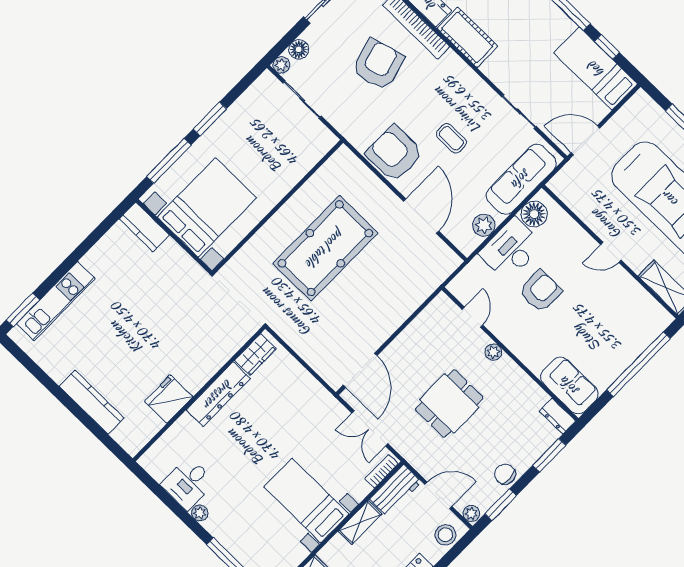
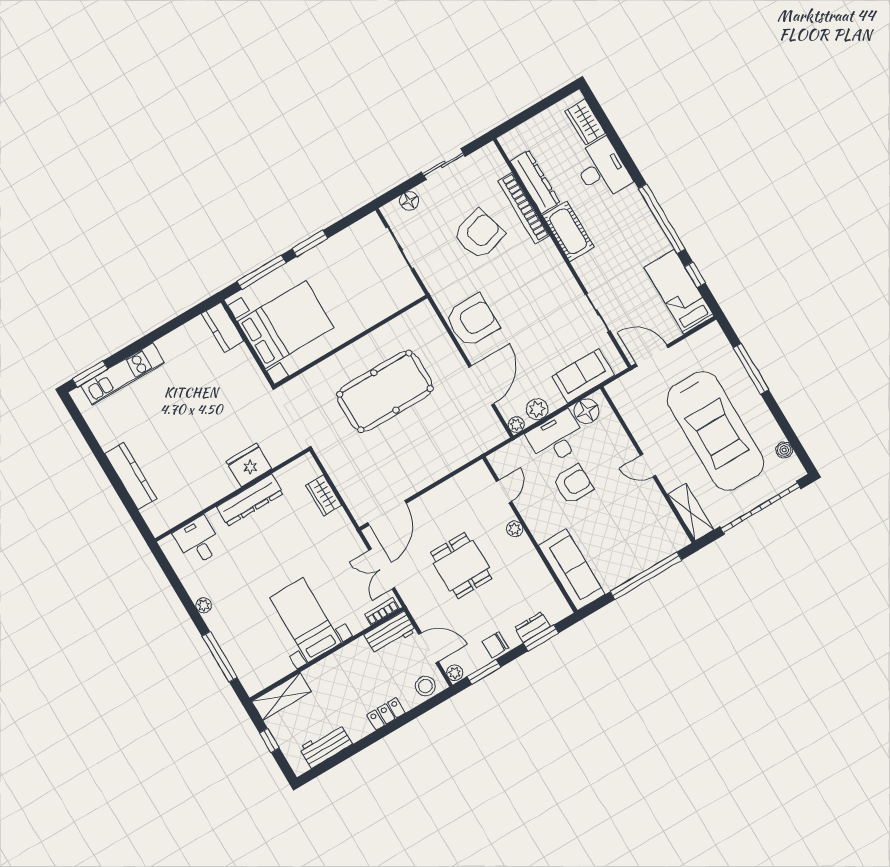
plant: (281, 65) -> (516, 425), moved
coffee table: (451, 138) -> (528, 321), removed
armchair: (394, 153) -> (472, 321), turned 90
sofa: (521, 179) -> (583, 376), width x0.73
wardrobe: (255, 355) -> (324, 495), moved, turned 90
sofa: (569, 386) -> (572, 570), width x1.36
fridge: (169, 399) -> (249, 465), moved
dining table: (449, 403) -> (461, 566), turned 90
dresser: (557, 416) -> (532, 627), moved, turned 90
chair: (505, 474) -> (495, 645), turned -86
desk: (188, 483) -> (198, 541), moved, turned 90
shelving: (360, 523) -> (349, 654), removed

